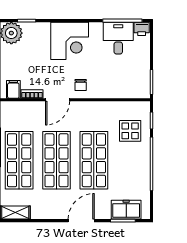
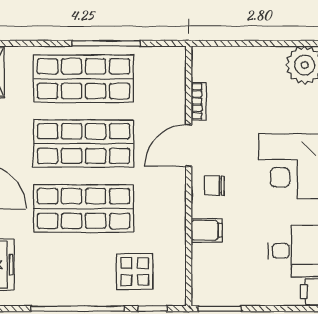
filing cabinet: (13, 89) -> (207, 230), moved
door: (58, 100) -> (189, 145), hinge flipped

